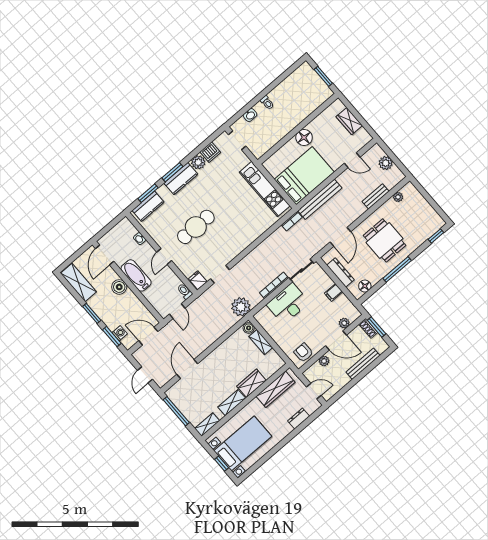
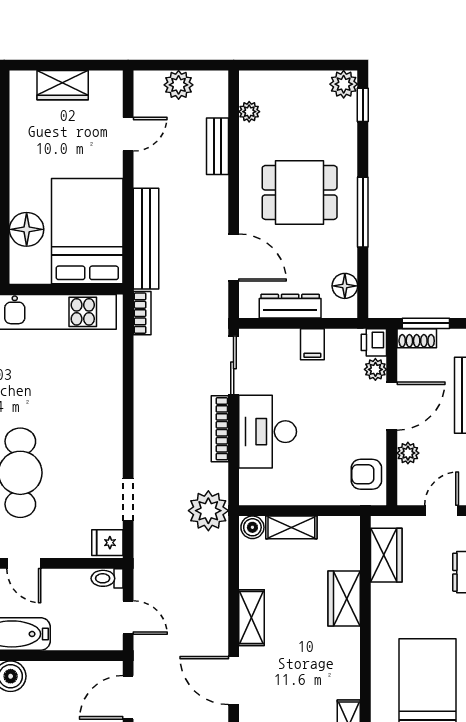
floor lamp: (304, 138) -> (27, 229), moved
plant: (437, 223) -> (344, 84), added
printer: (353, 314) -> (374, 342), added
wardrobe: (276, 389) -> (386, 555), width x0.67
shelving: (232, 403) -> (251, 618), moved

